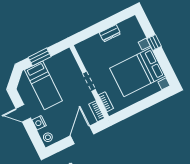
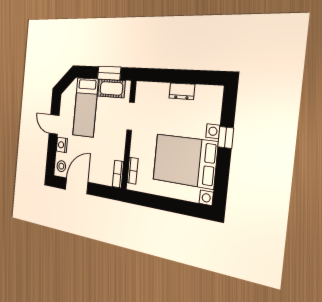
window: (40, 57) -> (109, 73), moved
cot: (57, 61) -> (111, 88), added
doorway: (89, 81) -> (131, 116), moved
door: (82, 135) -> (77, 186), moved

